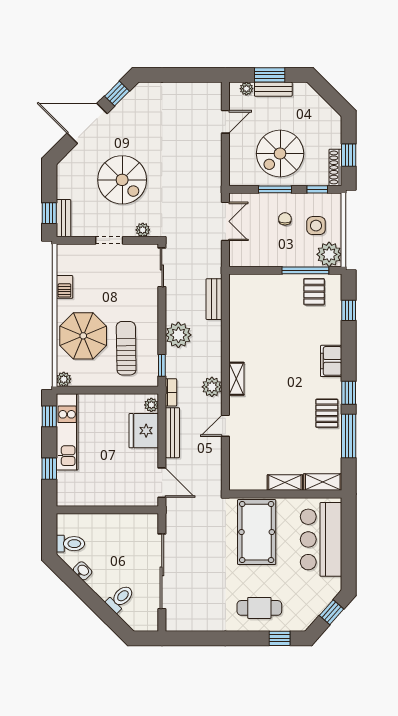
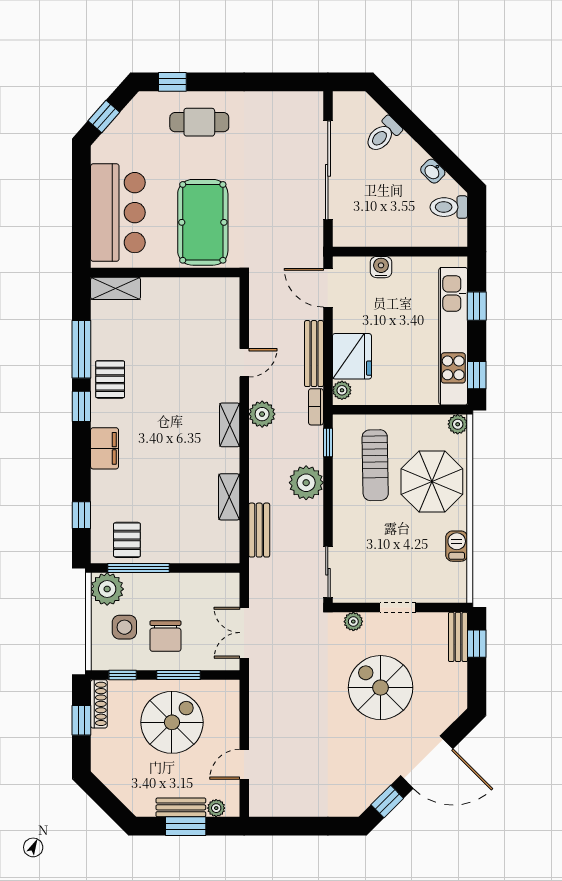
chair: (285, 219) -> (165, 636), width x1.87, depth x1.87
kitchen unit: (67, 432) -> (453, 336), width x1.36
shelving: (285, 483) -> (229, 497), moved, turned 90
water cooler: (122, 498) -> (381, 267), added

